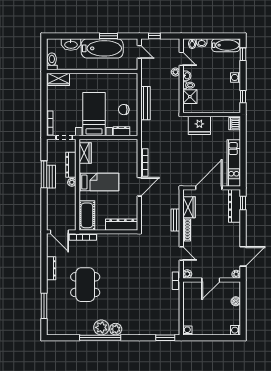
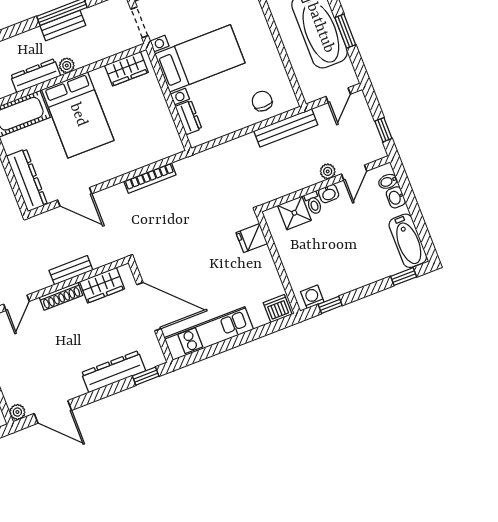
window: (154, 36) -> (383, 130), moved
washing machine: (235, 77) -> (312, 297), moved
bench: (146, 103) -> (286, 128), moved
chair: (124, 110) -> (262, 101), moved
fridge: (199, 125) -> (252, 238), width x0.53, depth x0.75
dresser: (71, 165) -> (36, 76), moved
bed: (99, 182) -> (78, 115), width x1.50
door: (139, 187) -> (75, 197), moved
dresser: (235, 206) -> (113, 372), moved

